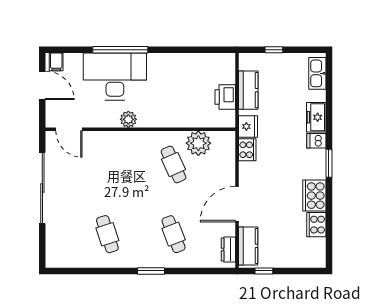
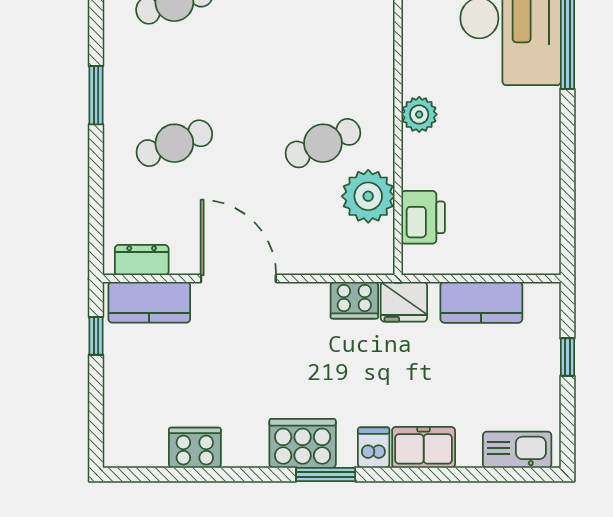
printer: (225, 97) -> (423, 217), moved, turned 90
plant: (128, 119) -> (419, 114), moved
cooker: (314, 196) -> (303, 443), moved

